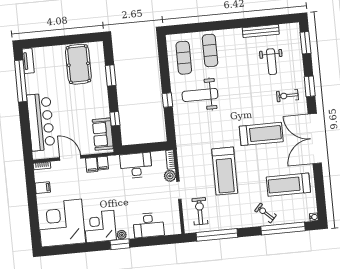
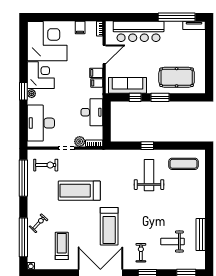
exercise mat: (210, 50) -> (188, 188), removed
pool table: (78, 64) -> (177, 77), moved
window: (111, 75) -> (160, 97), moved
sofa: (103, 134) -> (128, 85), width x1.36
treadmill: (288, 185) -> (62, 246), width x0.73, depth x0.73
desk: (148, 225) -> (41, 123), width x1.36, depth x1.30

